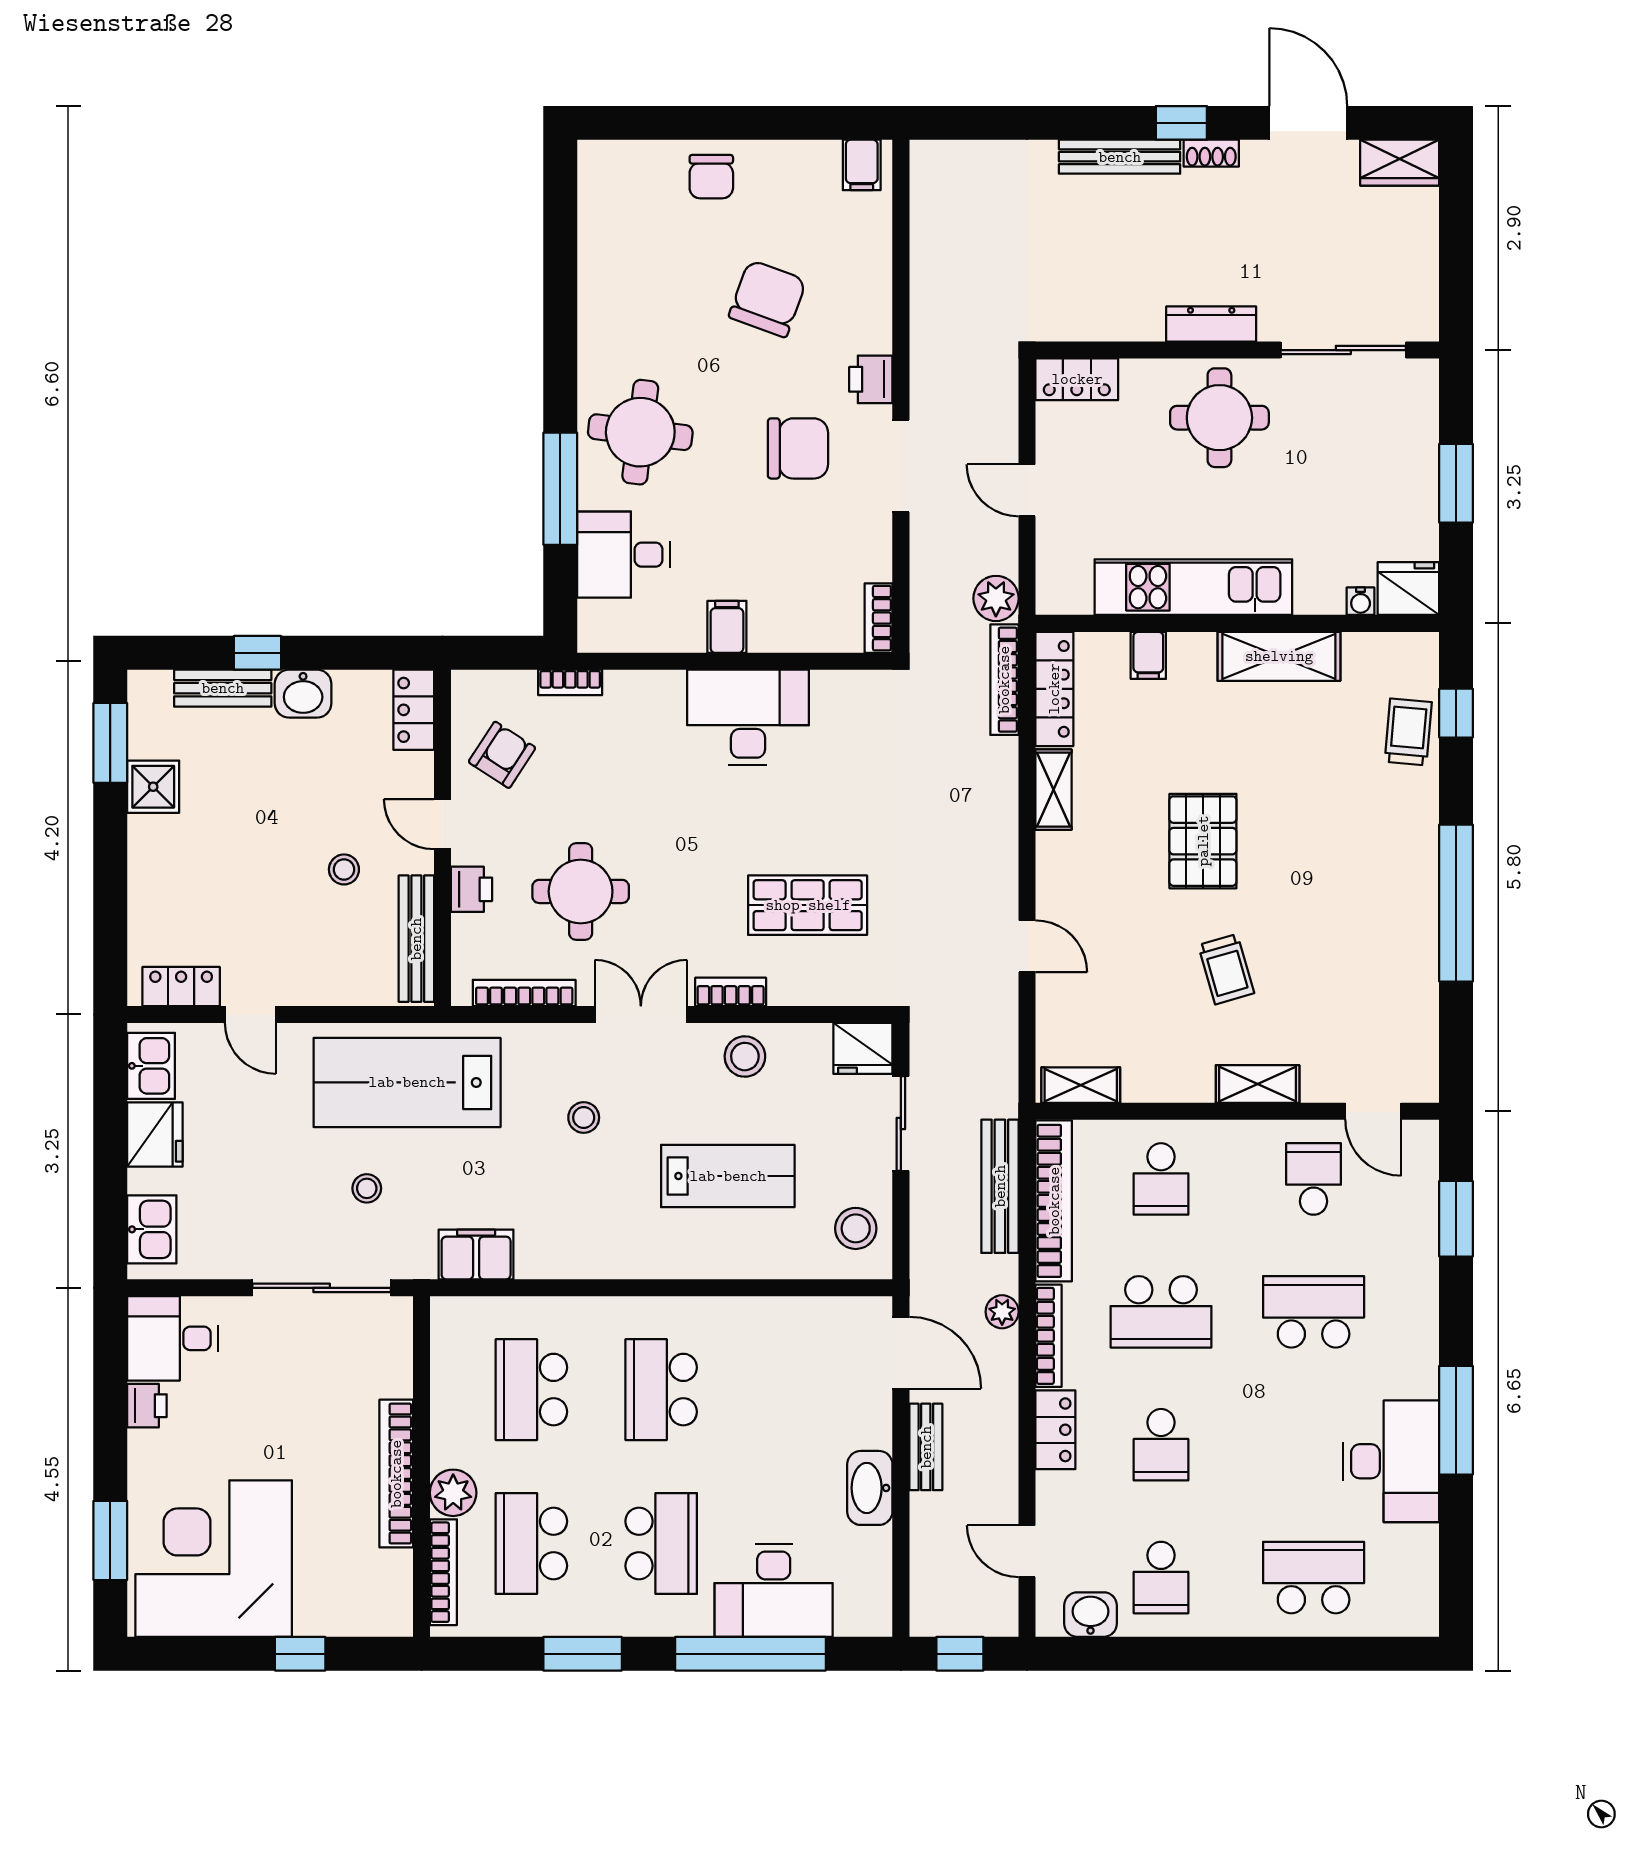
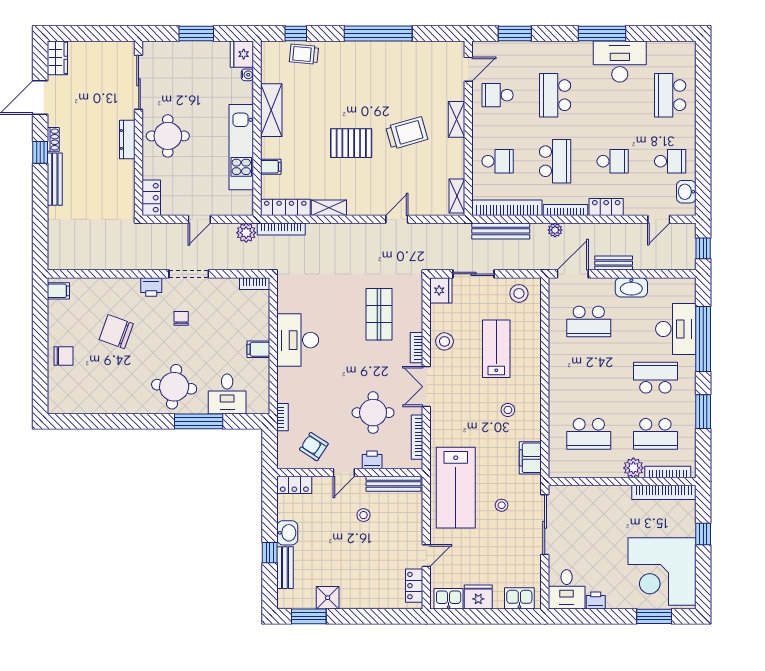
chair: (798, 448) -> (181, 318), width x0.54, depth x0.54
trolley: (1226, 969) -> (407, 133), width x1.36, depth x1.39
stool: (584, 1118) -> (508, 410), moved
school desk: (661, 1390) -> (589, 322), moved
bookcase: (396, 1474) -> (664, 492), moved

